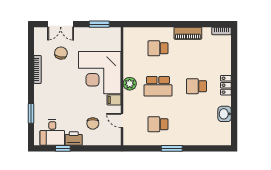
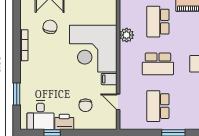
school desk: (158, 48) -> (158, 22), width x1.85
plant: (130, 84) -> (127, 35), moved
school desk: (158, 124) -> (158, 106), width x1.85

